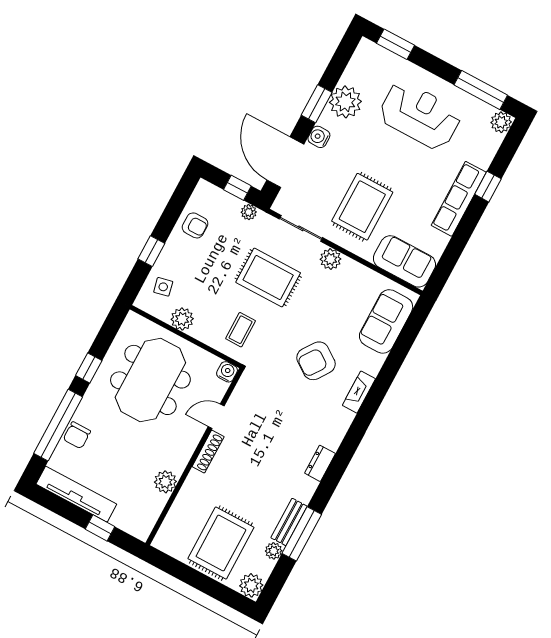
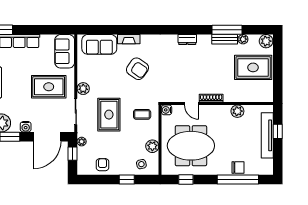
window: (89, 368) -> (186, 179), moved
fireplace: (359, 392) -> (129, 39), moved
tv unit: (76, 494) -> (267, 135), moved

